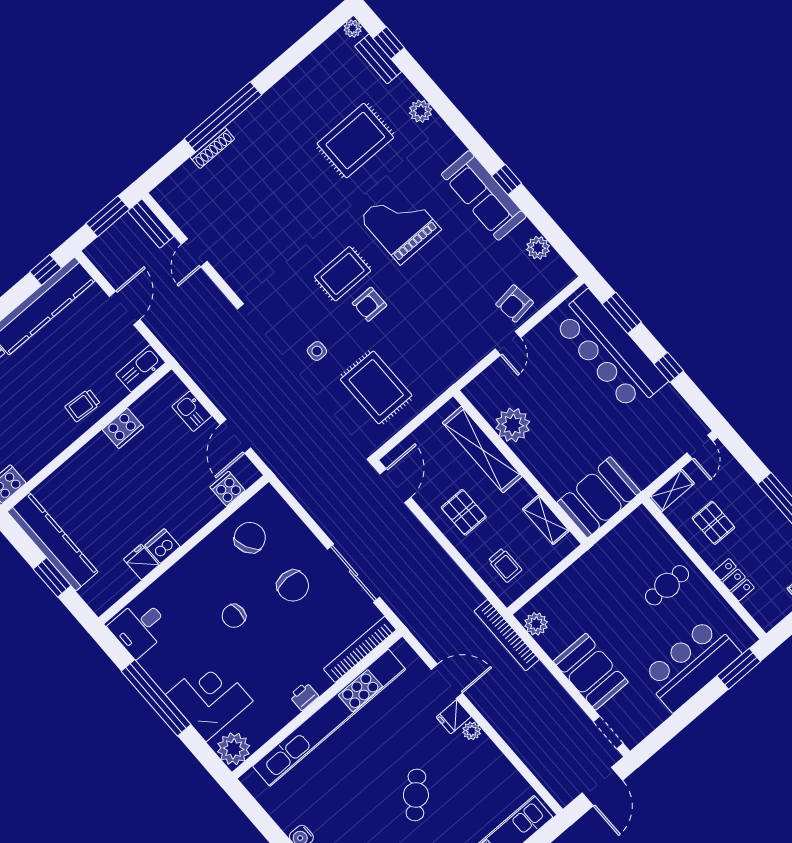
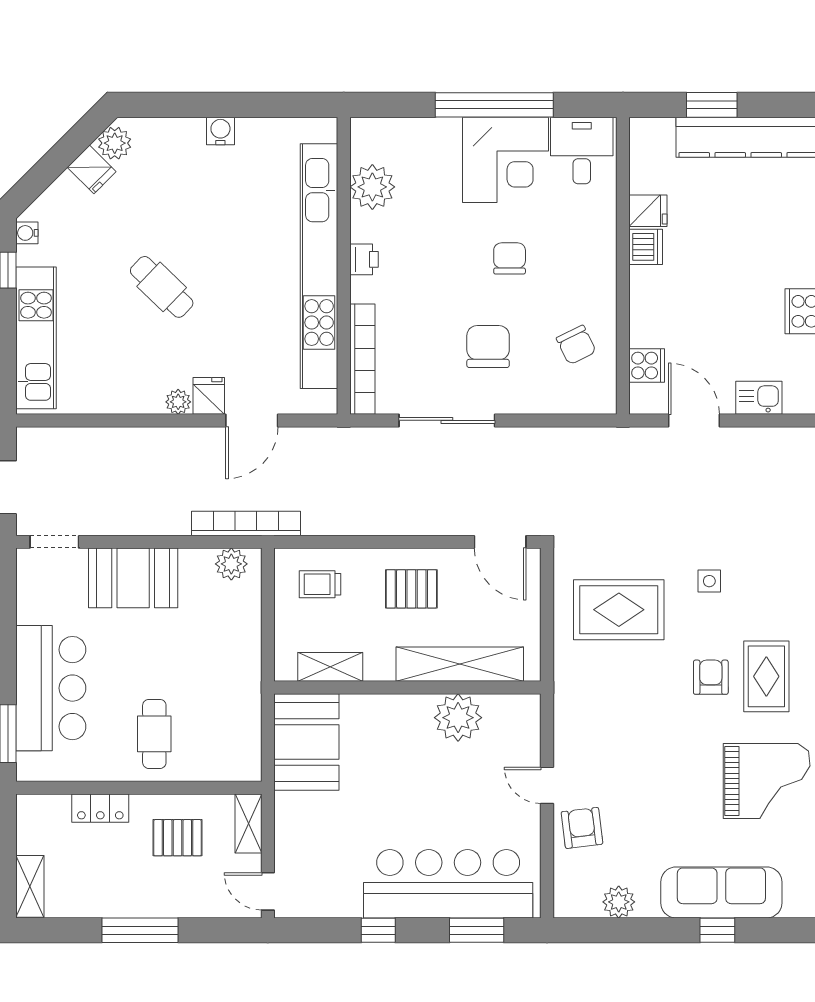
chair: (250, 538) -> (576, 345), width x0.73, depth x0.73
chair: (293, 586) -> (488, 347), turned 90
corner desk: (209, 698) -> (506, 160), moved
plant: (234, 749) -> (372, 187), moved

